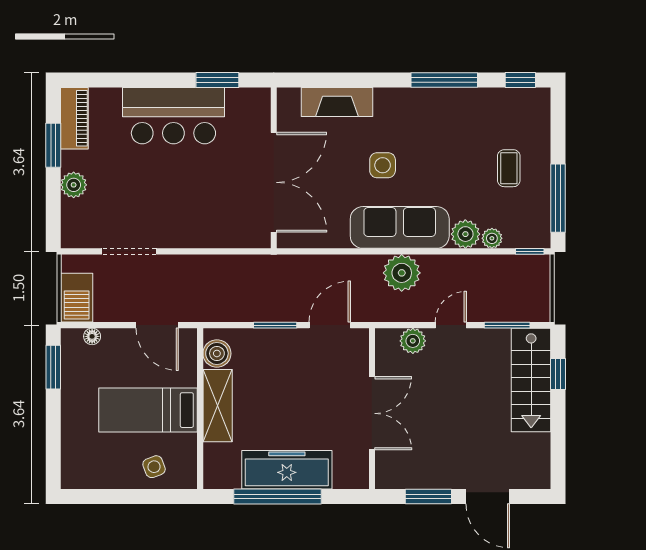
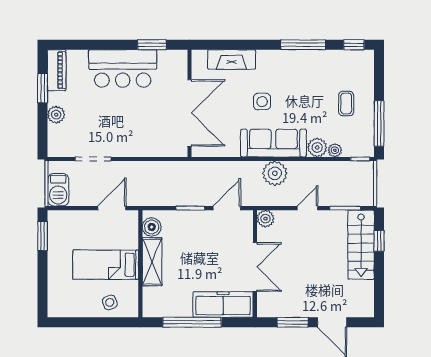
door: (157, 325) -> (112, 208), swing flipped
floor lamp: (92, 336) -> (68, 216), removed
plant: (413, 341) -> (266, 219), moved
freezer: (287, 470) -> (223, 305), moved

